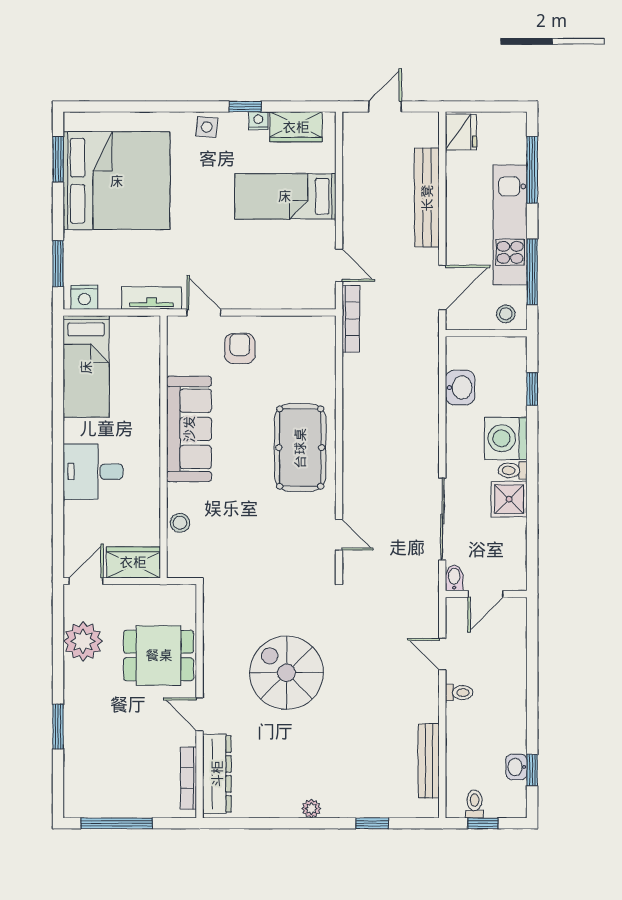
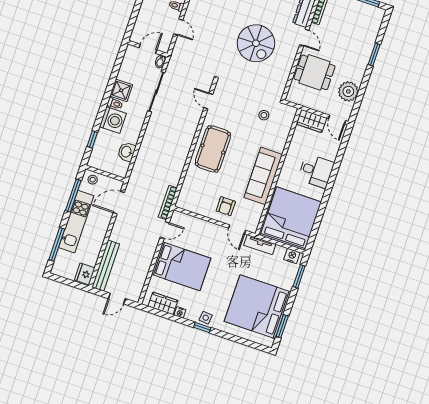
window: (245, 107) -> (202, 327), moved
bed: (285, 196) -> (181, 266), width x1.50
bench: (427, 198) -> (106, 266), moved
door: (339, 265) -> (165, 230), swing flipped
bed: (86, 367) -> (291, 219), width x2.04
stool: (180, 523) -> (264, 115), moved
door: (86, 581) -> (337, 120), hinge flipped

